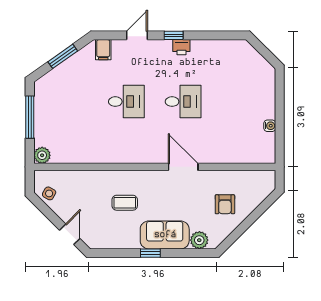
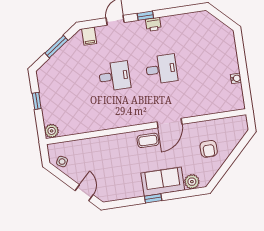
window: (30, 117) -> (37, 101), width x0.46
door: (183, 167) -> (170, 123), swing flipped
coffee table: (125, 203) -> (148, 140), moved

